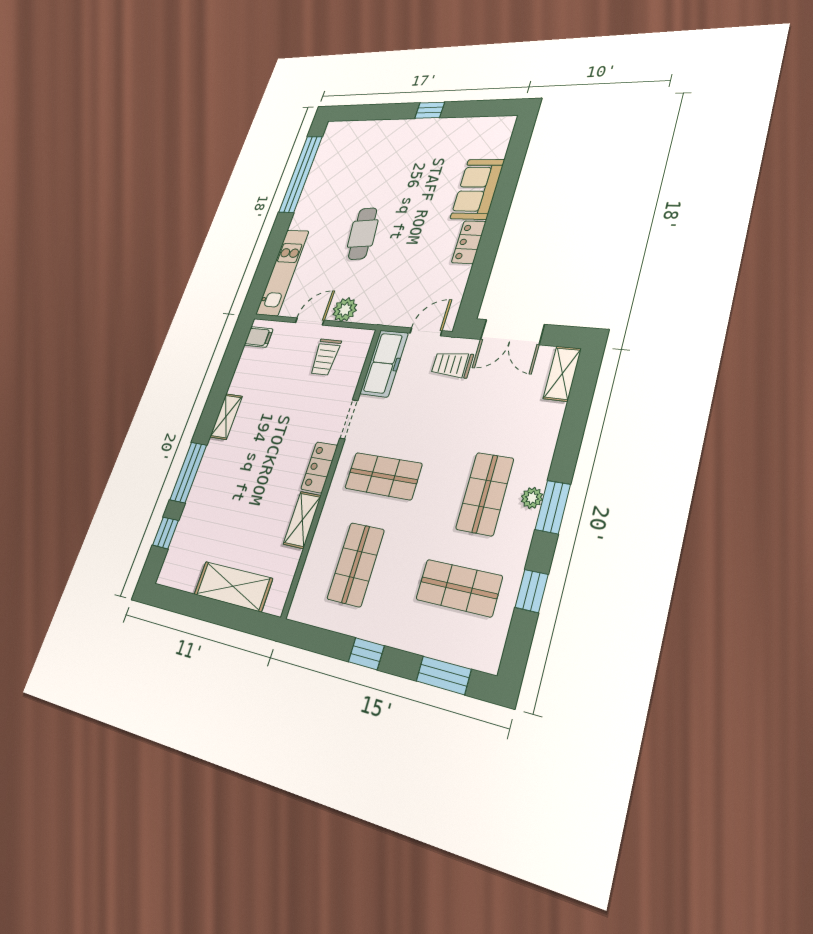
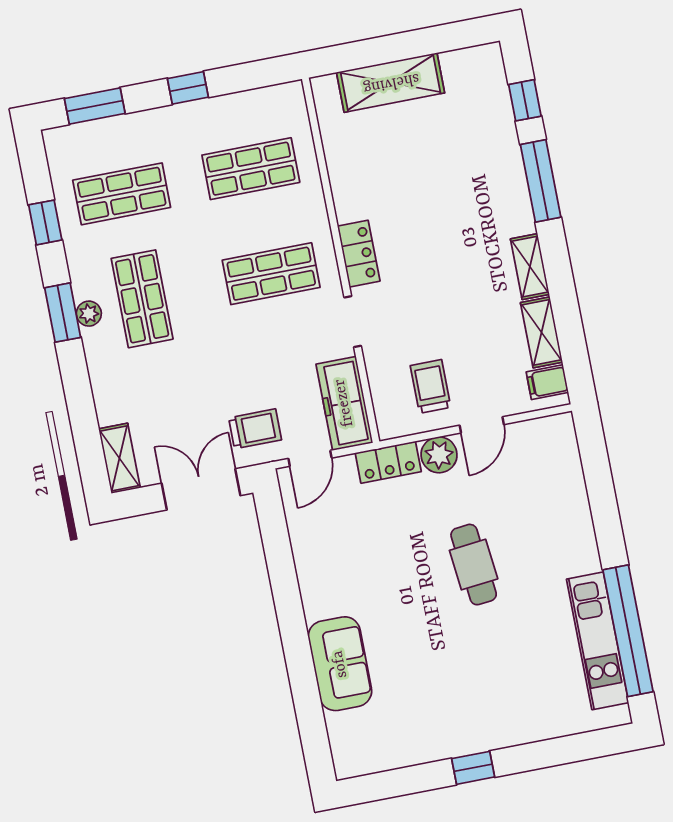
locker: (469, 242) -> (388, 462), moved, turned 90
kitchen unit: (282, 272) -> (598, 641), moved
shelving: (302, 520) -> (542, 332), moved
shop shelf: (356, 564) -> (251, 169), turned 90

